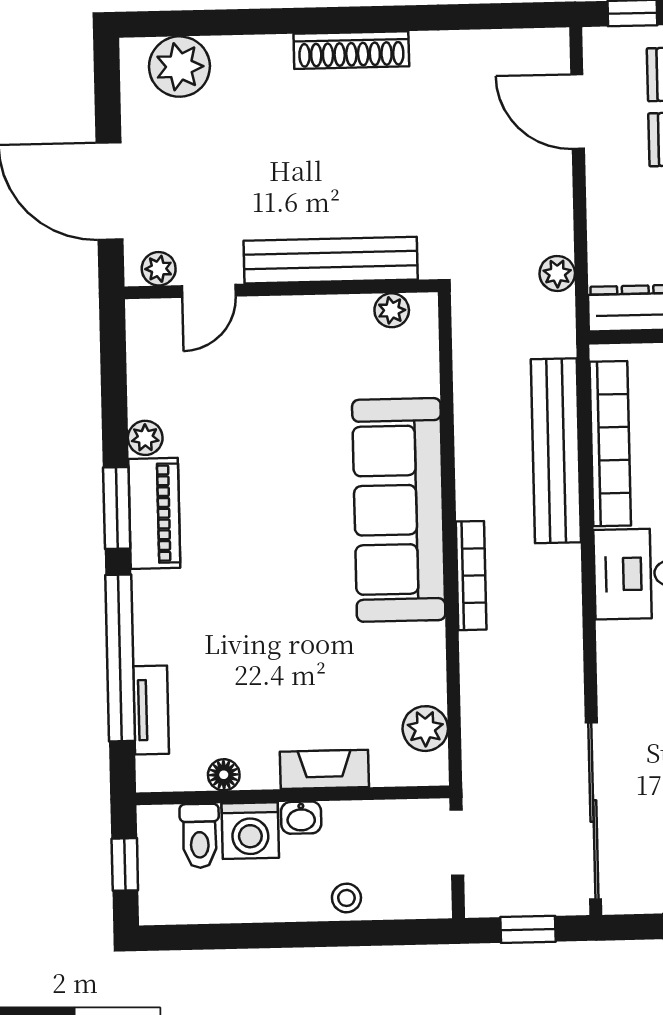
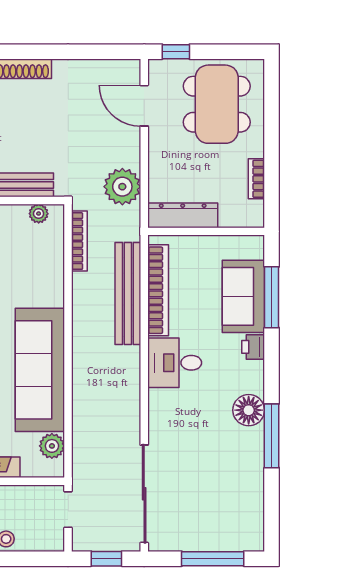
plant: (557, 273) -> (122, 187), width x1.88, depth x1.88
sofa: (399, 510) -> (40, 370), moved
bookcase: (471, 576) -> (79, 241), moved

